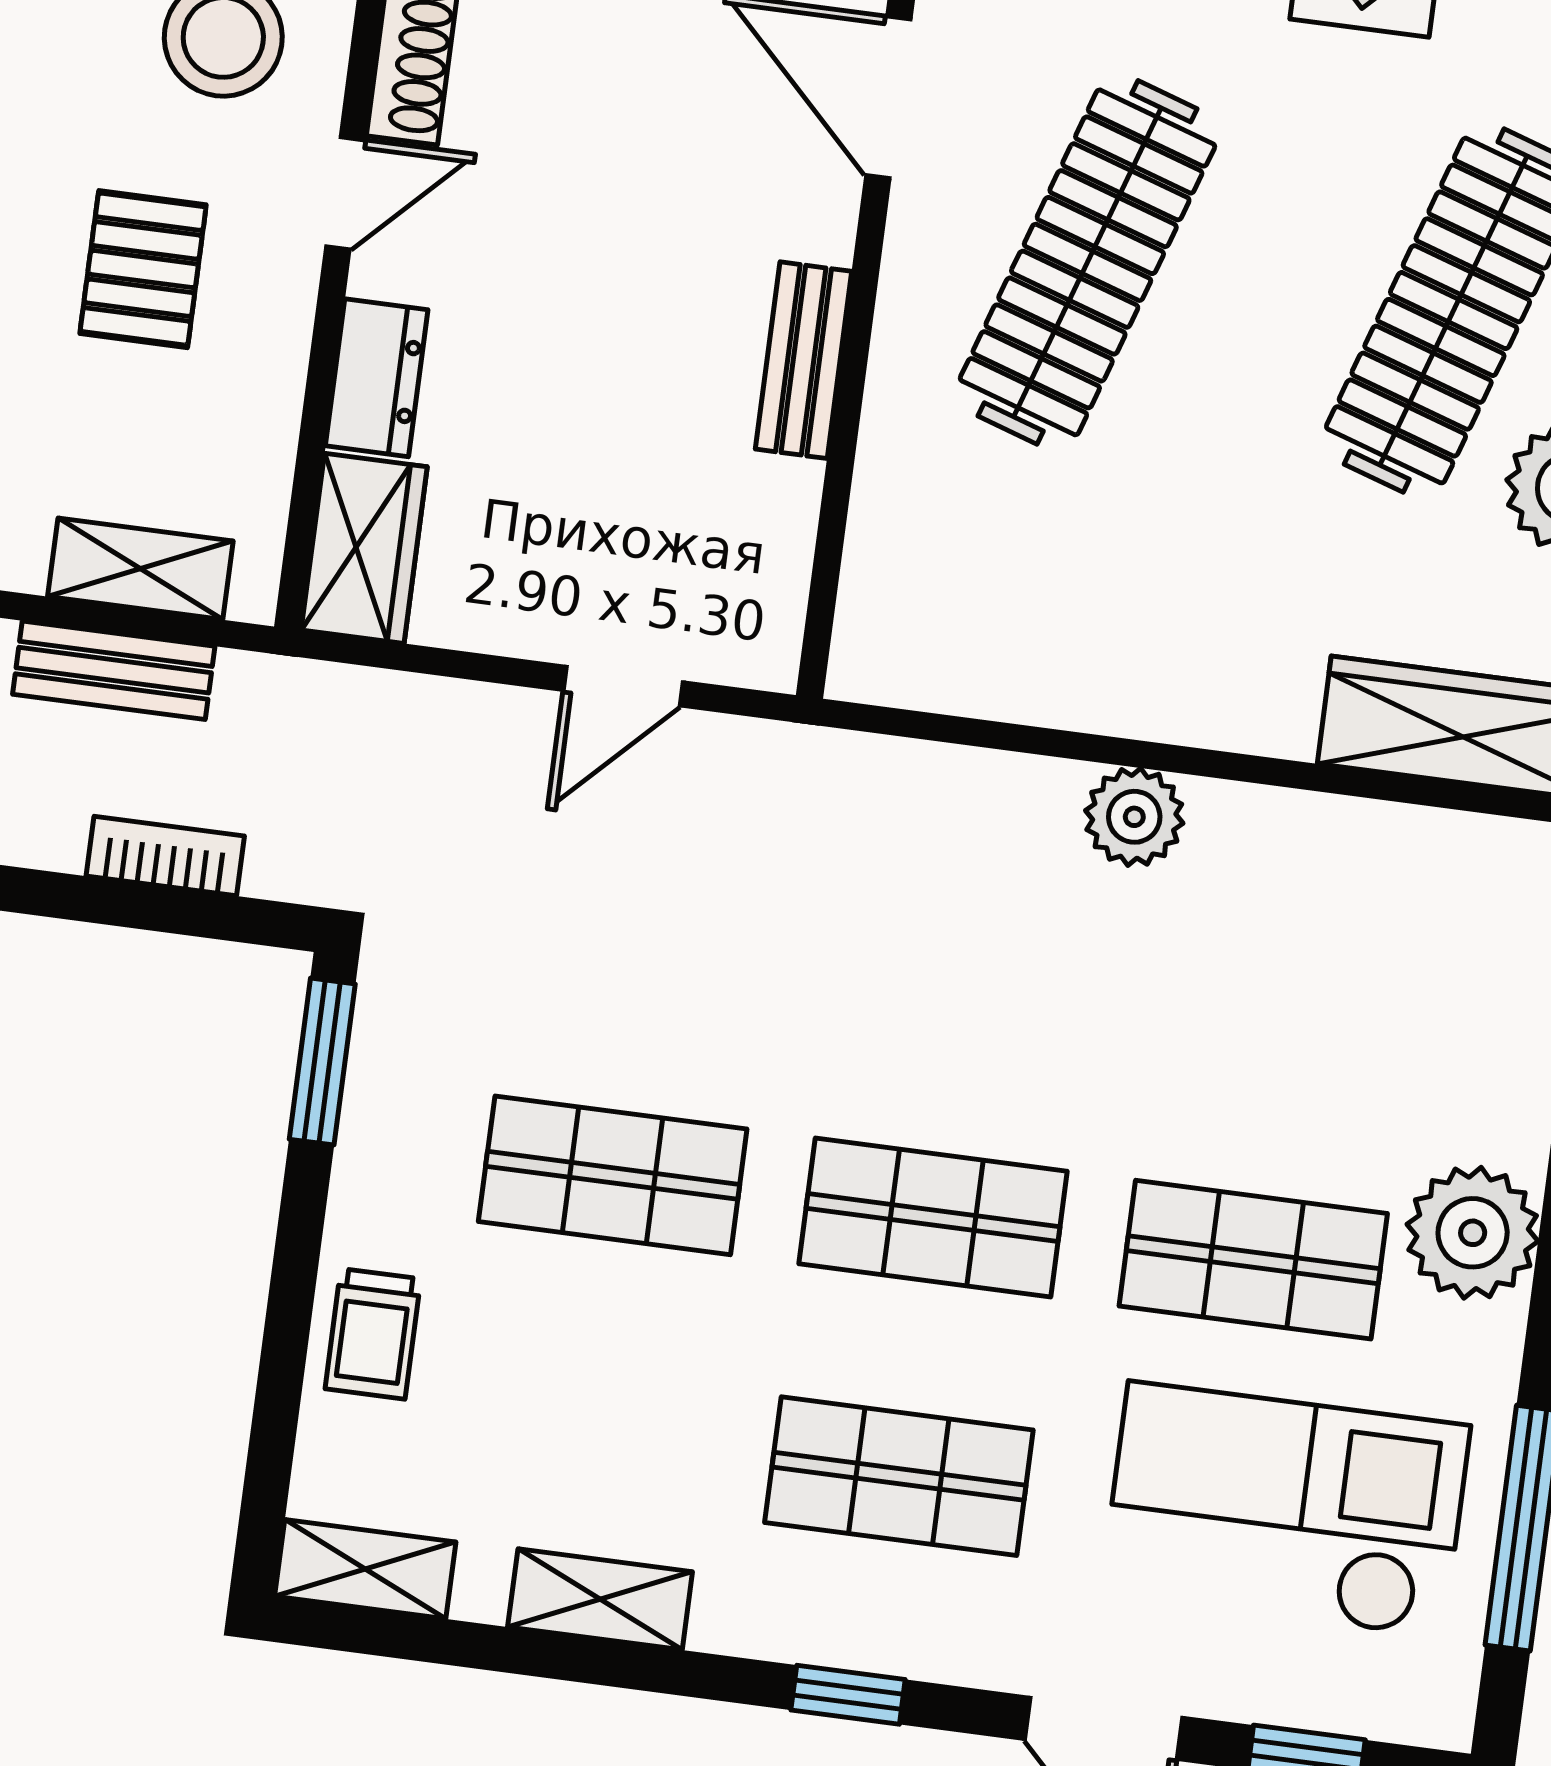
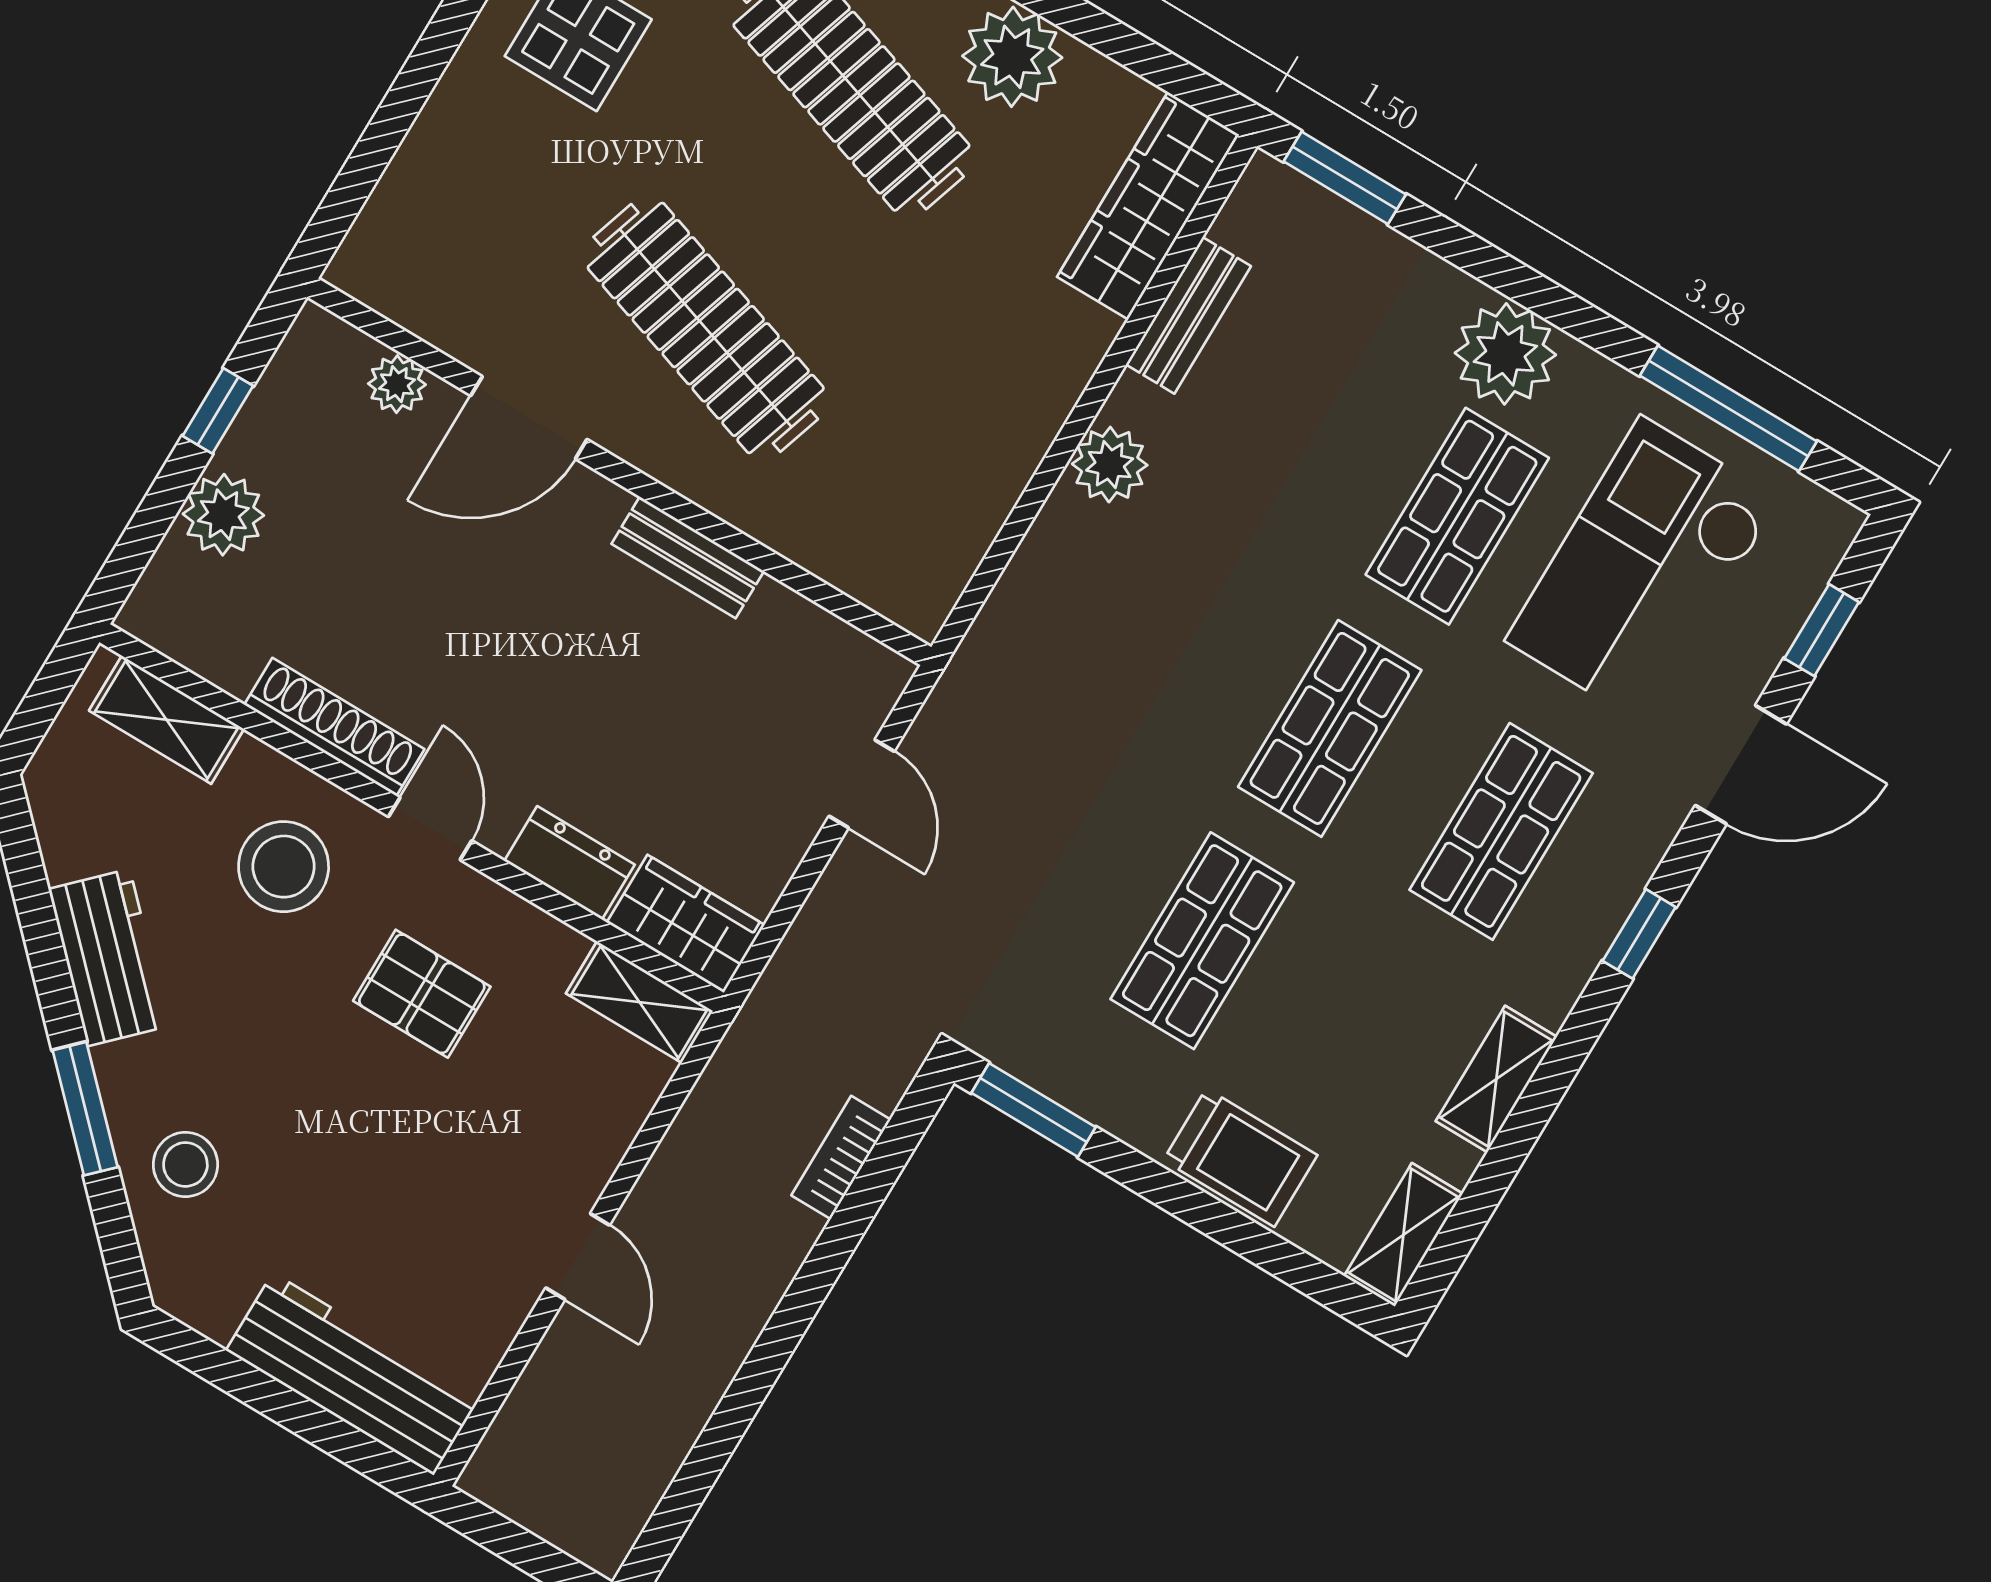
shelving: (140, 569) -> (639, 1002), moved, turned 90
bench: (114, 670) -> (1188, 315), moved
trolley: (373, 1334) -> (1240, 1158), width x1.36, depth x1.39

